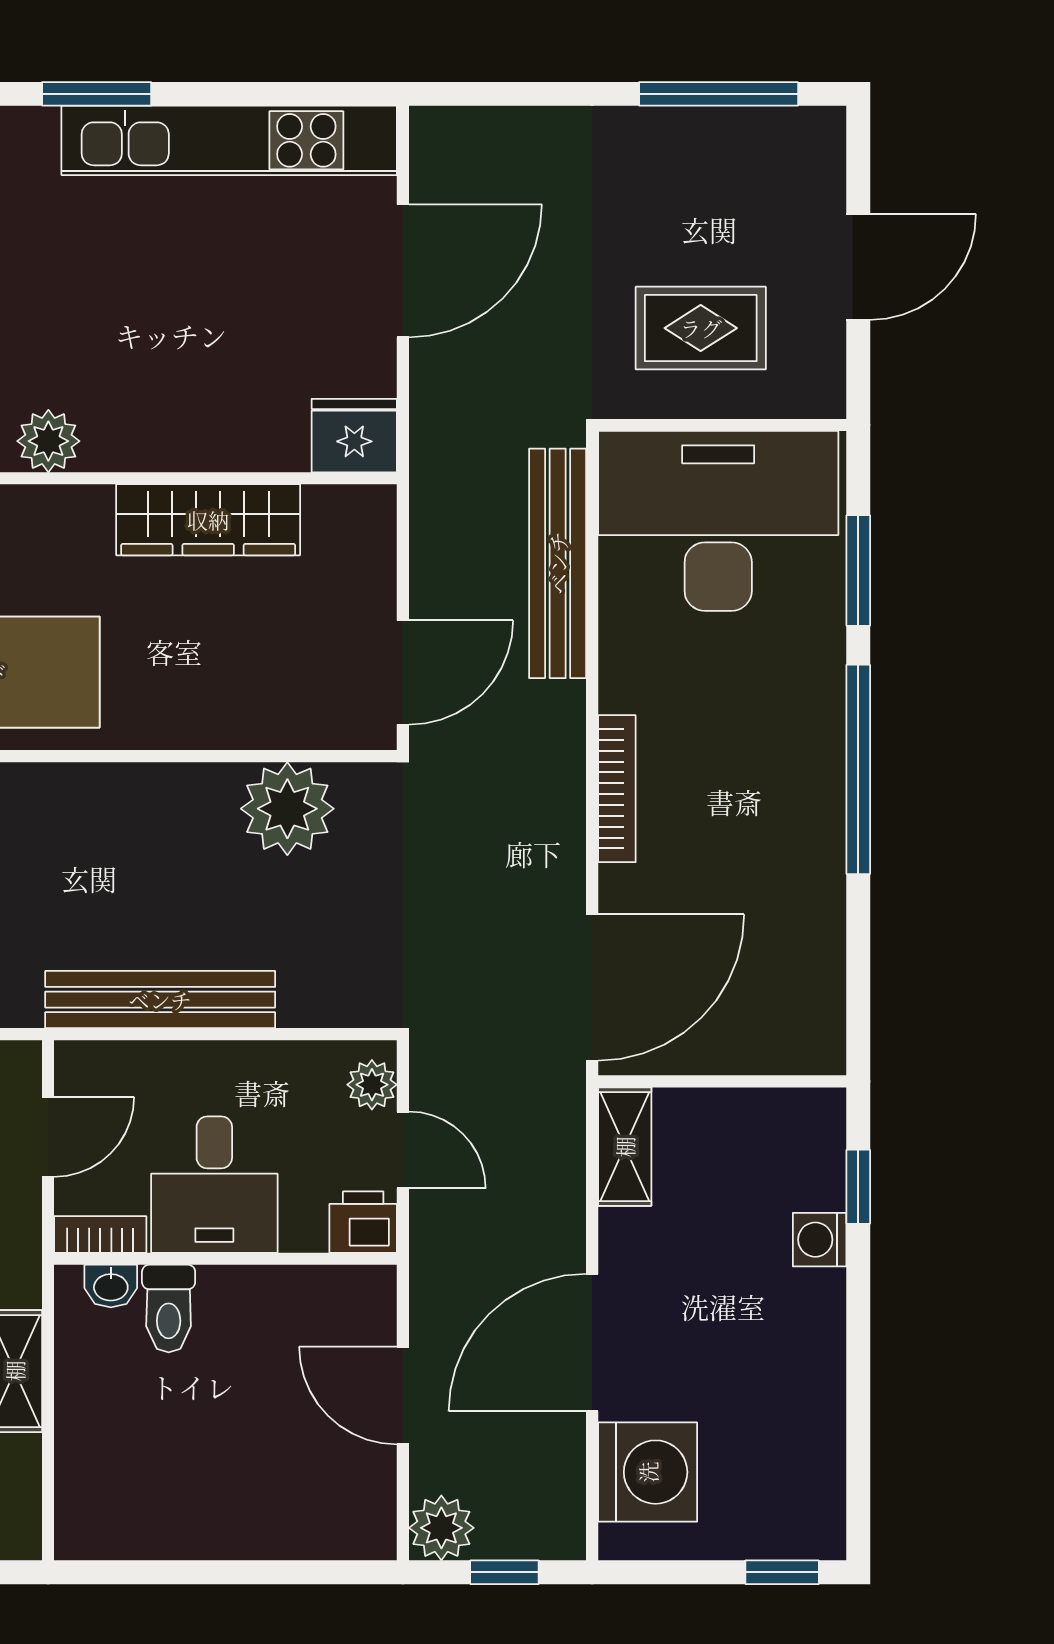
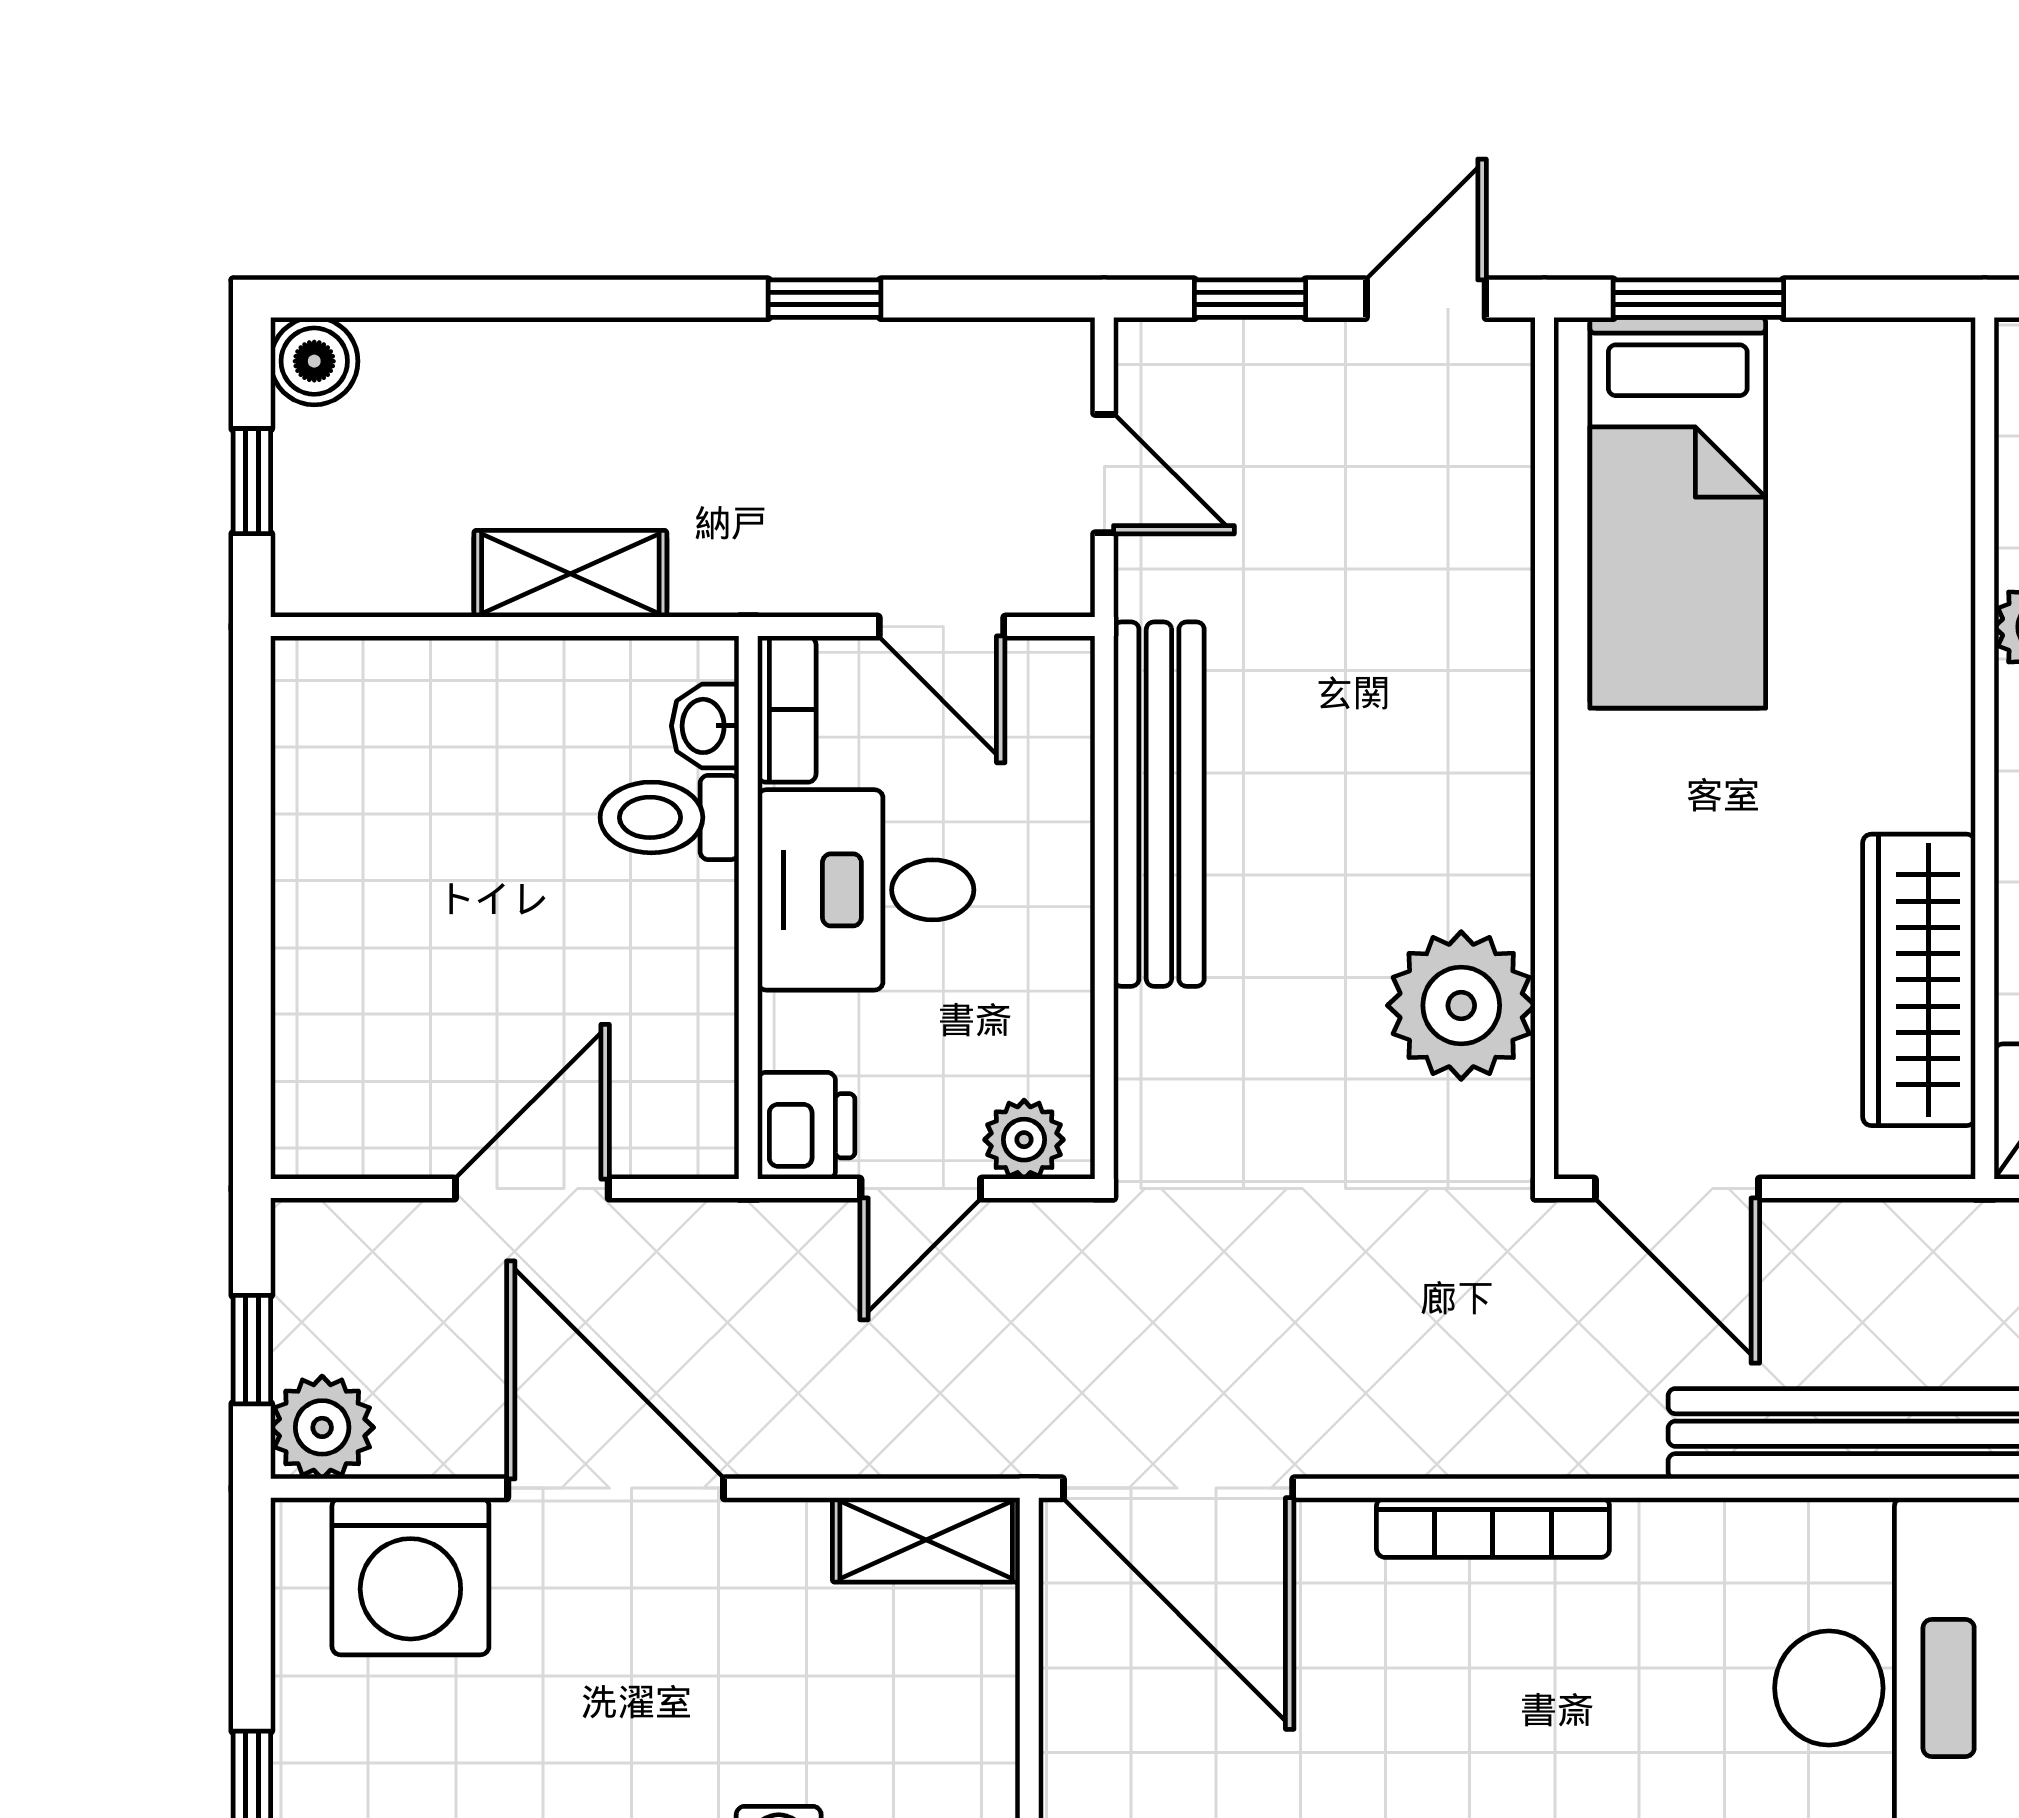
wardrobe: (208, 520) -> (1919, 980), moved
plant: (441, 1528) -> (322, 1427), moved

